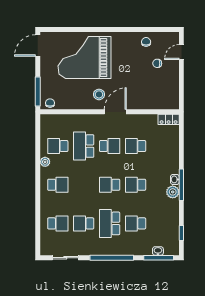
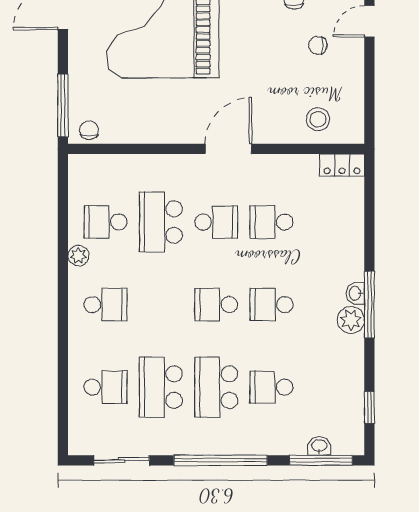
stool: (99, 94) -> (318, 119), moved
school desk: (84, 223) -> (161, 387), width x1.85

